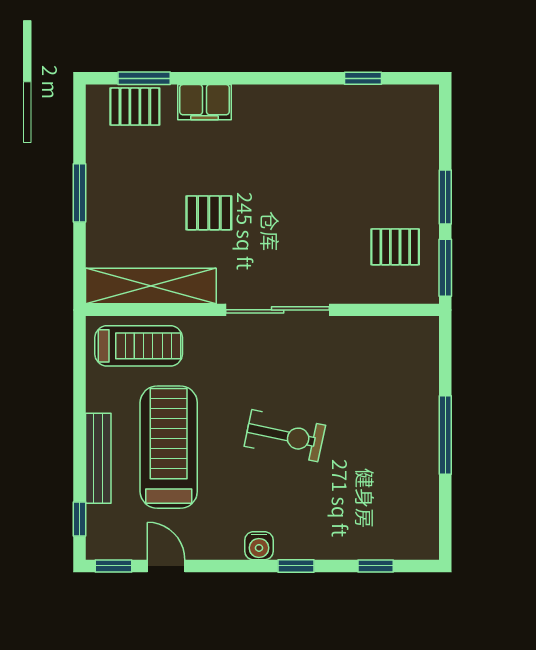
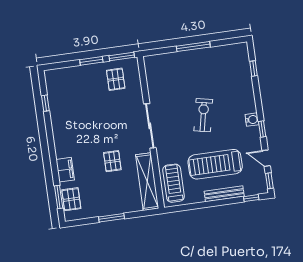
door: (166, 566) -> (266, 158), hinge flipped
window: (296, 566) -> (262, 129), moved

